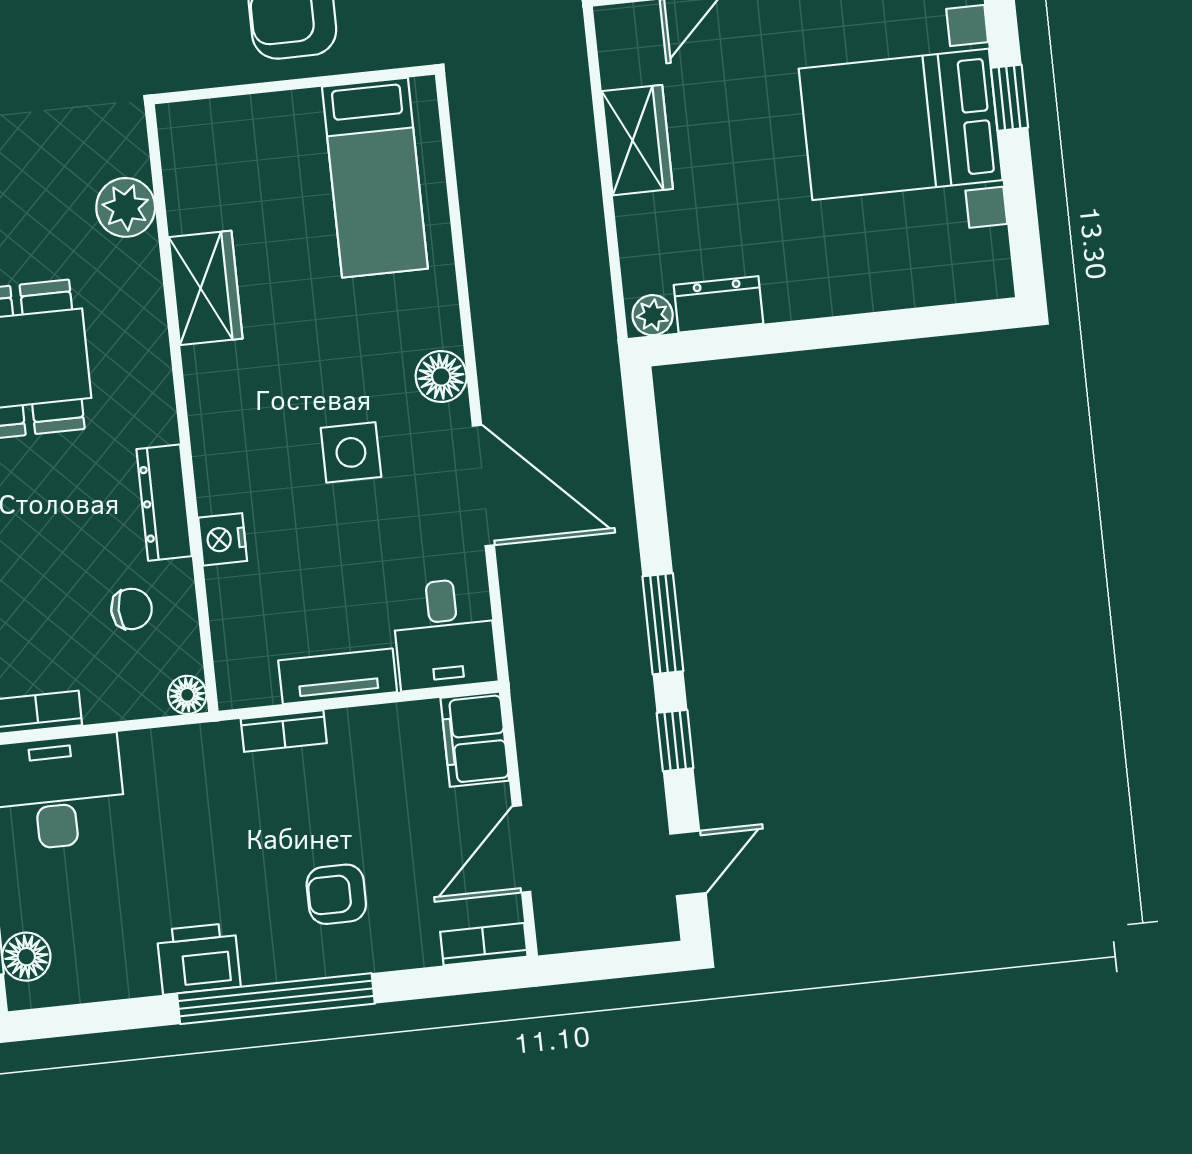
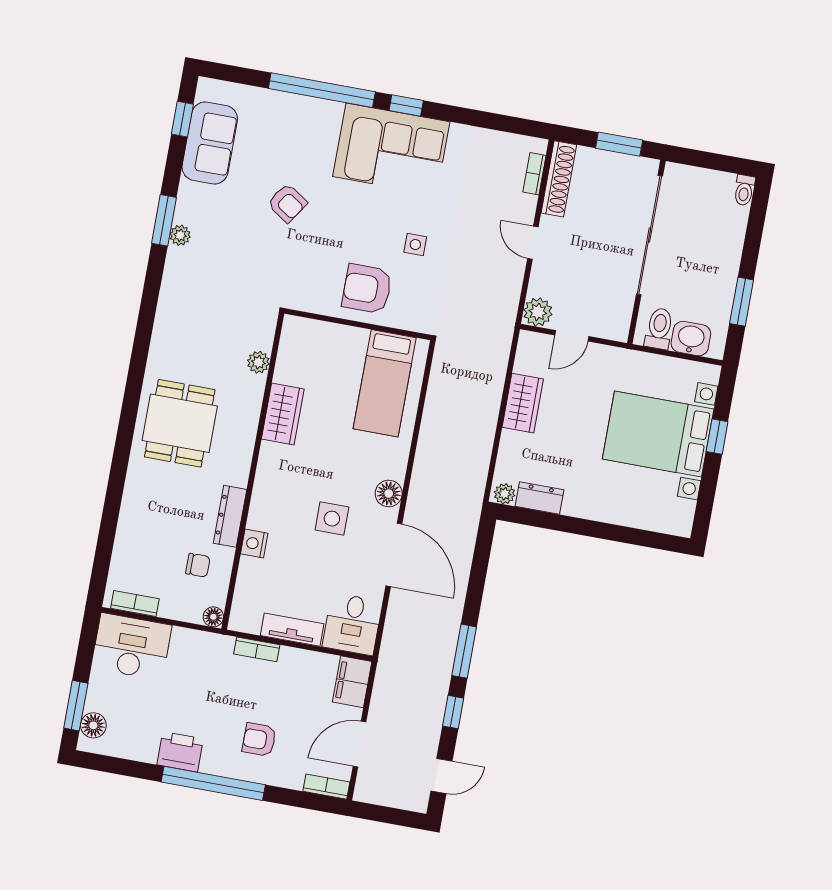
plant: (126, 207) -> (258, 362), width x0.73, depth x0.73

